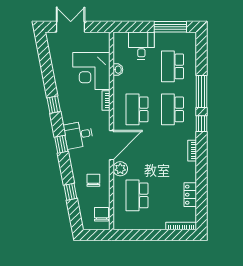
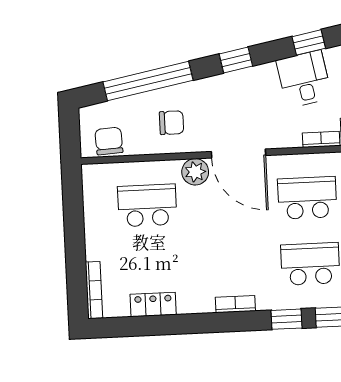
desk: (78, 135) -> (304, 79), moved
window: (70, 192) -> (148, 81), width x3.17
chair: (102, 214) -> (109, 141), turned -93

